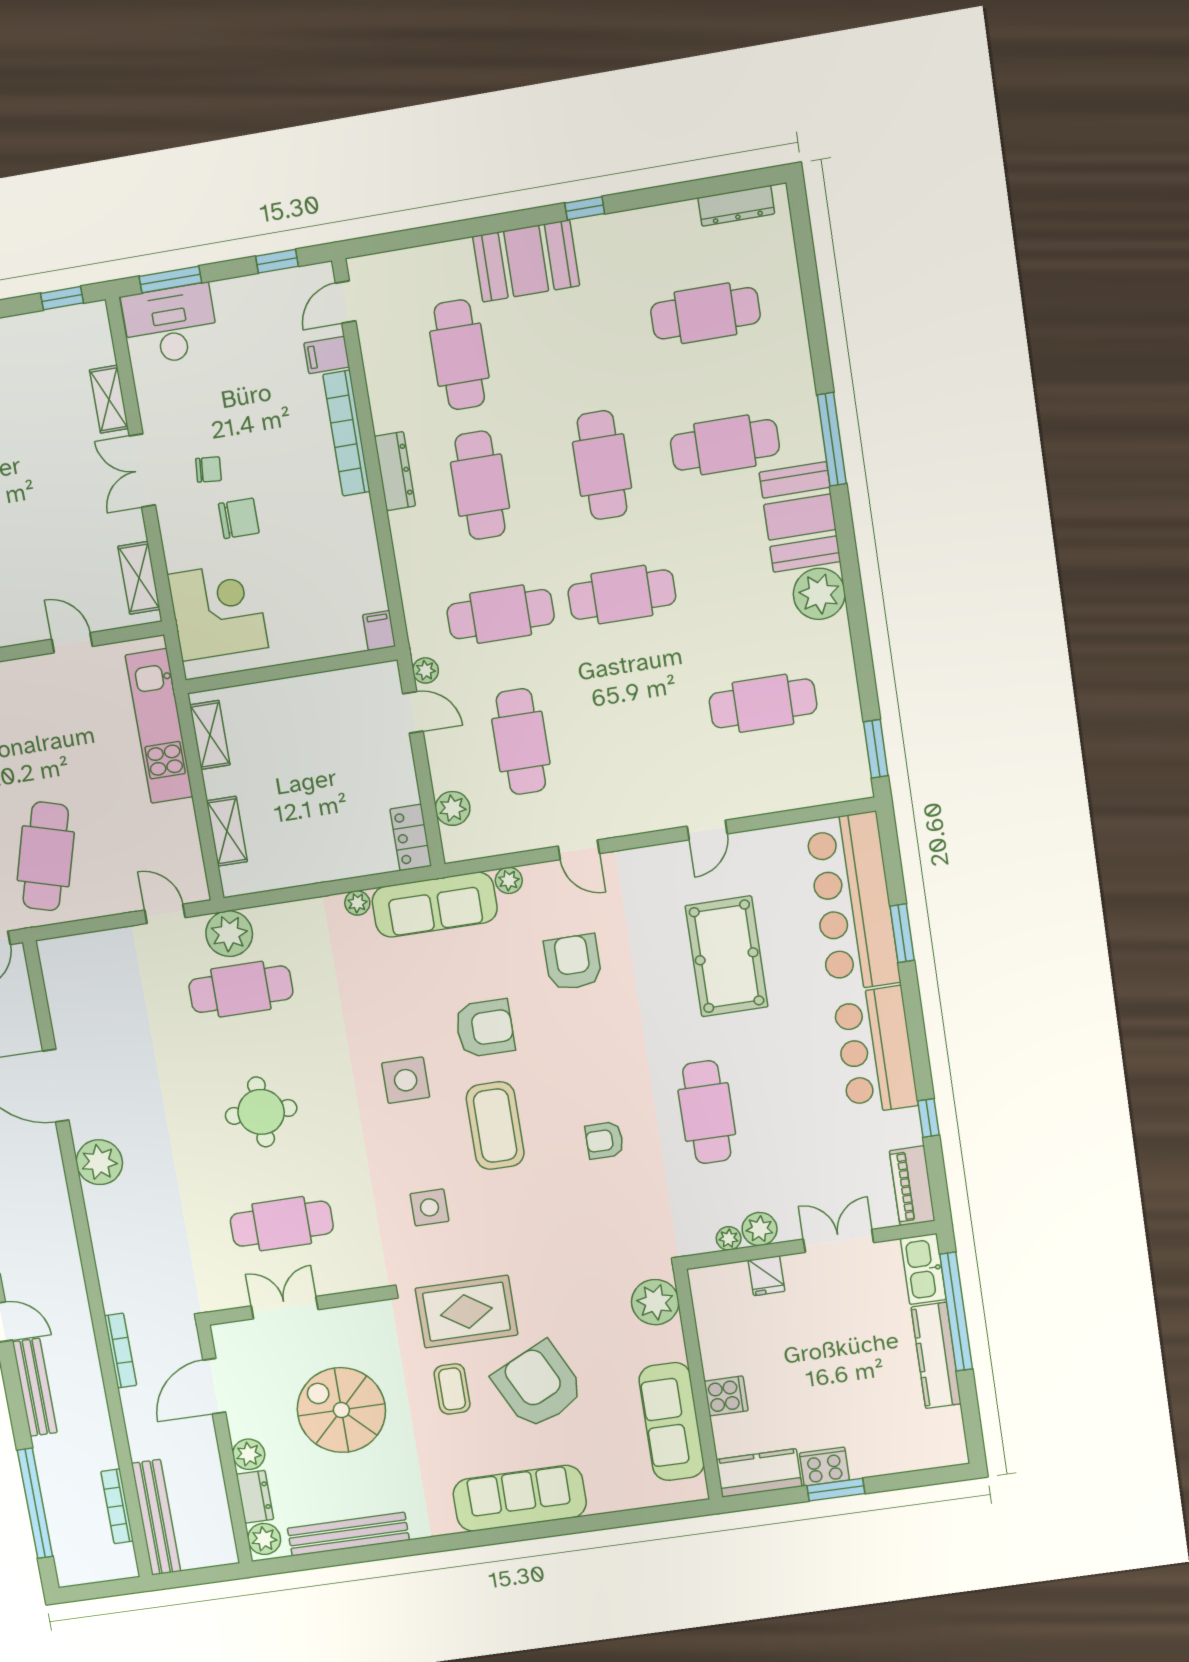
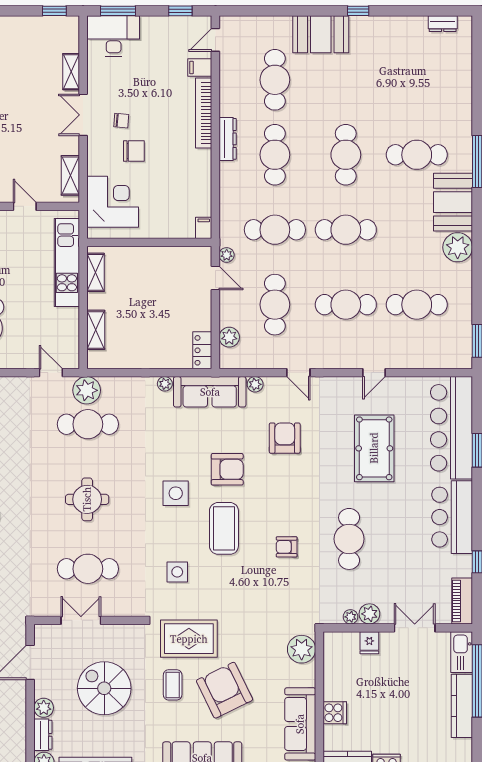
dresser: (736, 206) -> (443, 24), width x0.70
cafe table: (705, 313) -> (346, 305), moved

